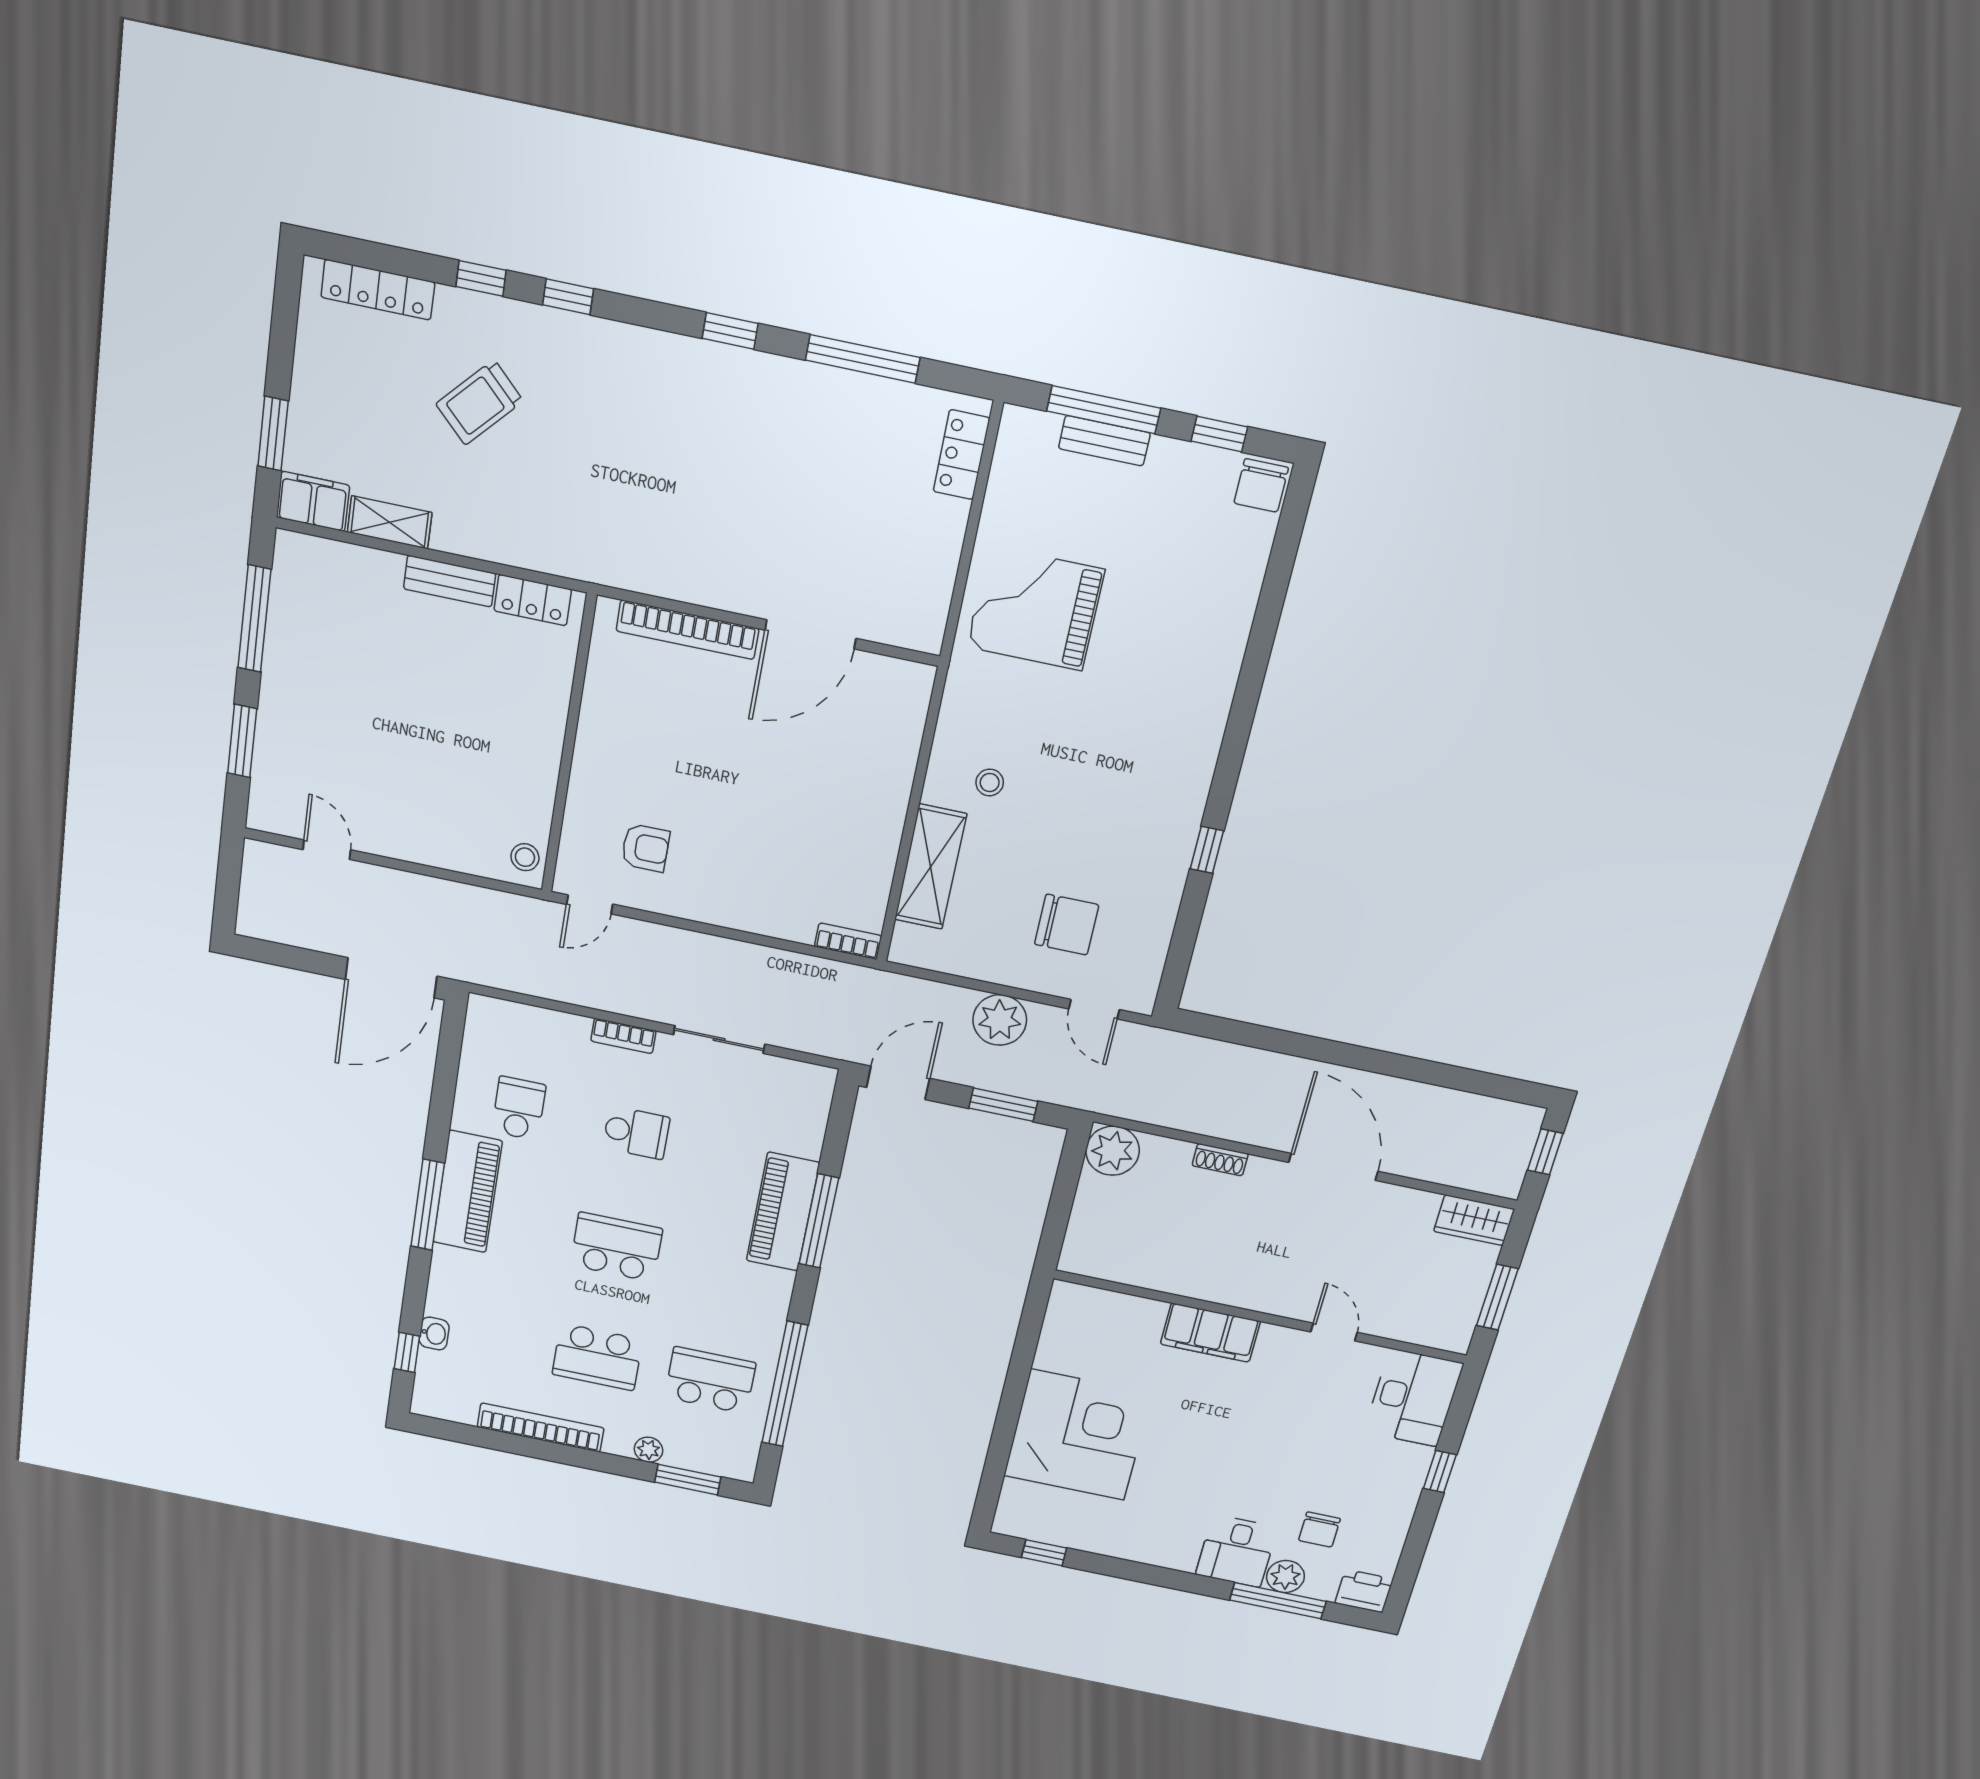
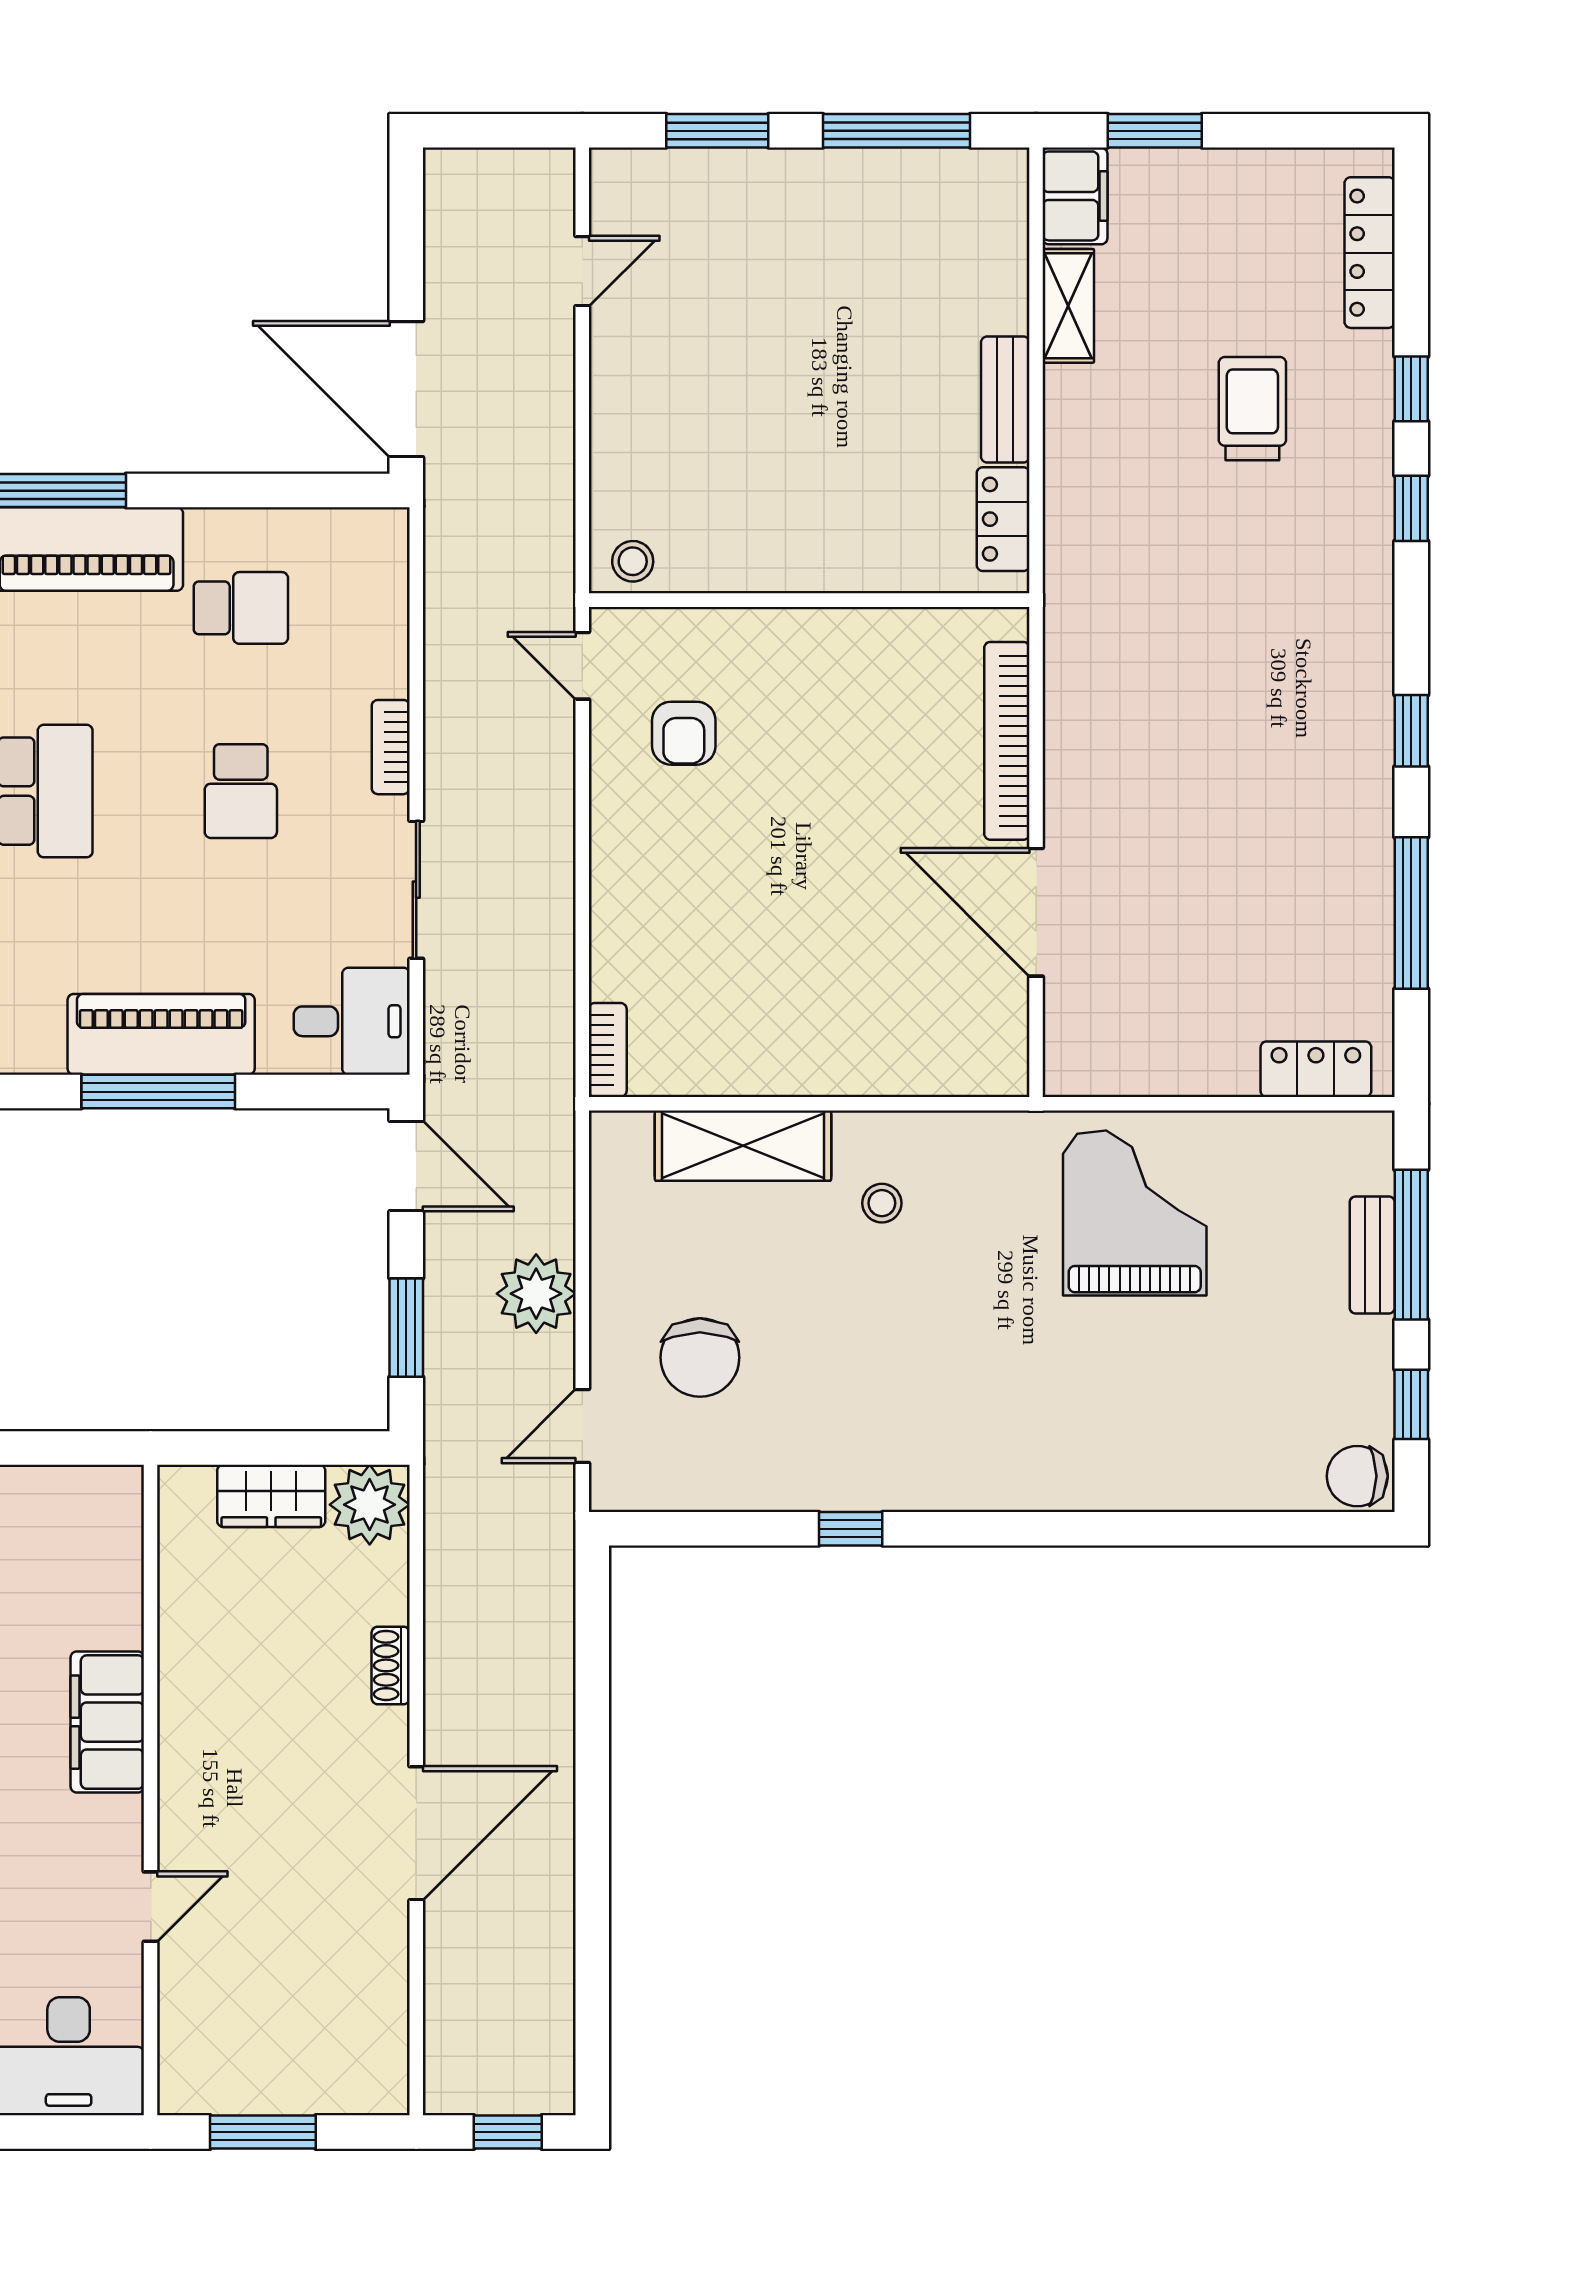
trolley: (480, 403) -> (1252, 409), turned 46
desk: (797, 1097) -> (352, 1021), added
wardrobe: (1474, 1220) -> (271, 1496), moved, turned -90

